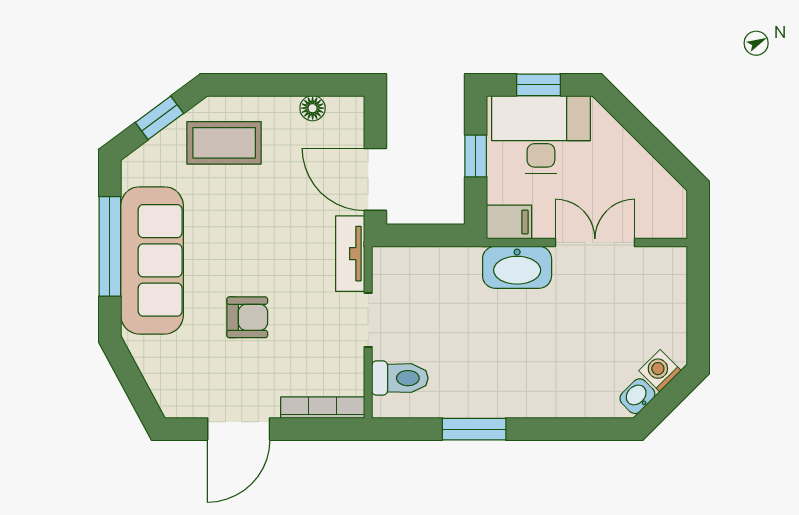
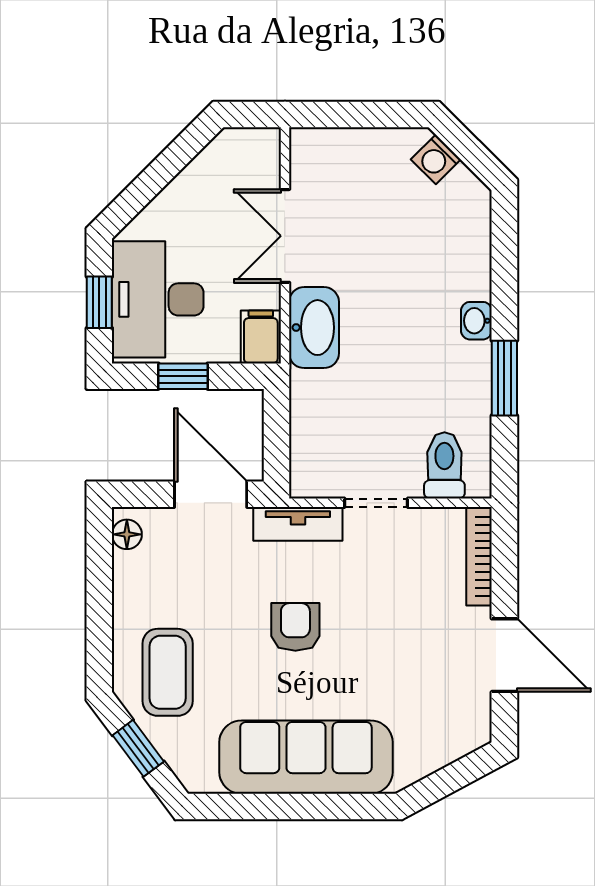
floor lamp: (313, 108) -> (127, 534), moved
door: (375, 179) -> (211, 494), swing flipped
window: (110, 246) -> (289, 807), removed
armchair: (247, 317) -> (295, 627), moved
washbasin: (637, 396) -> (476, 321), moved, turned 45

